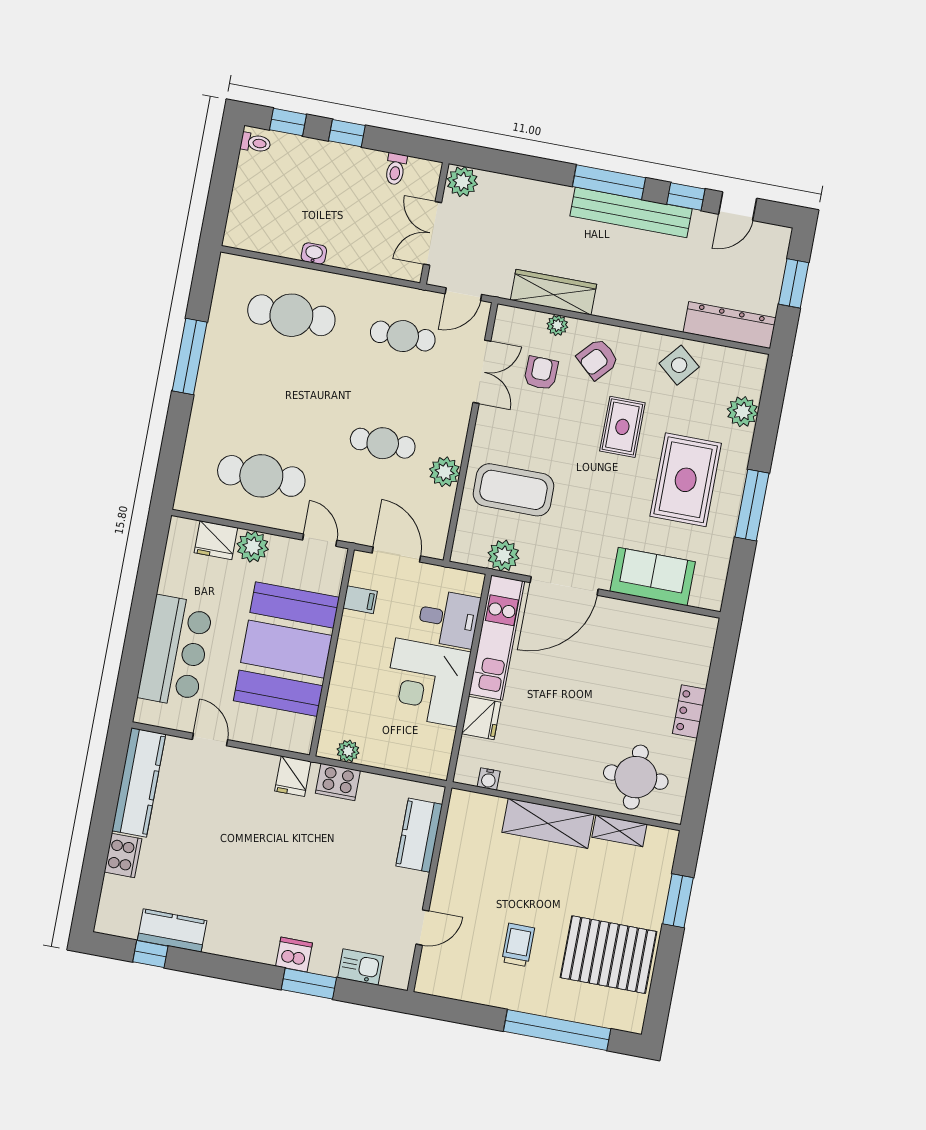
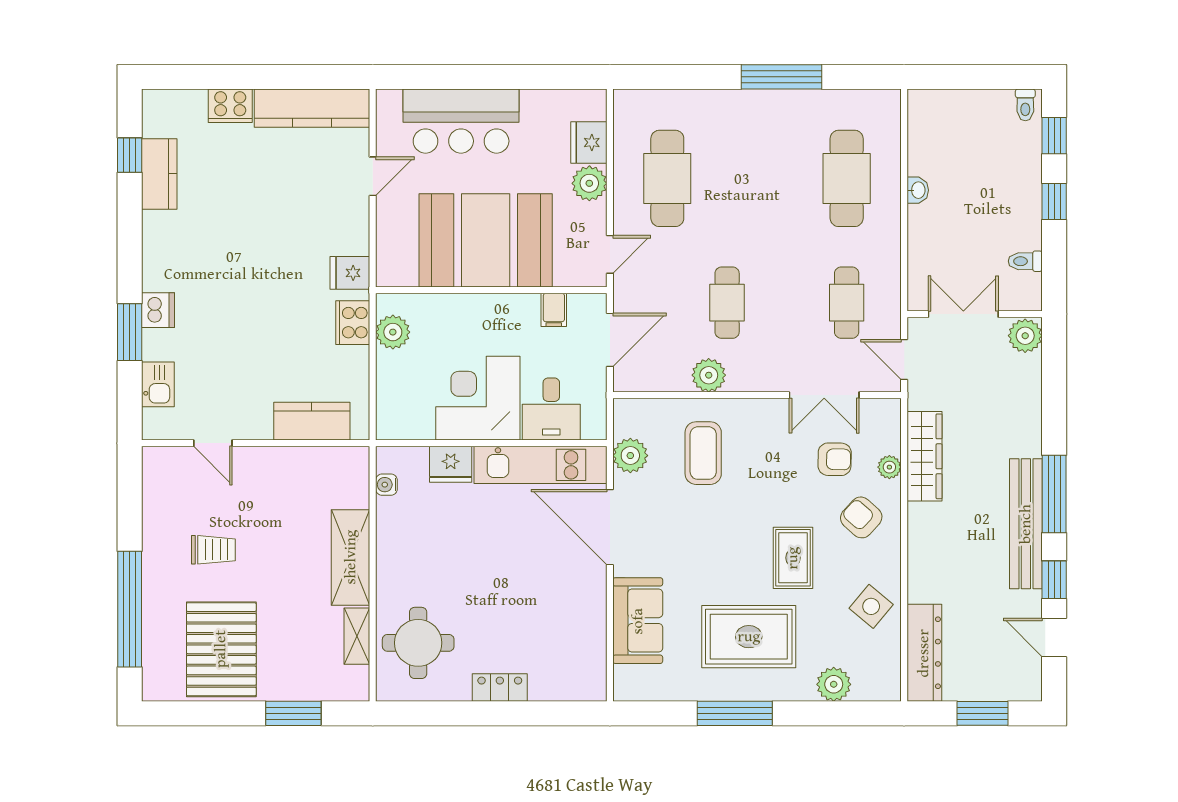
rug: (622, 427) -> (793, 558), turned 90
coffee table: (513, 490) -> (703, 453), width x0.73, depth x0.76
plant: (348, 751) -> (393, 332), width x1.38, depth x1.38

